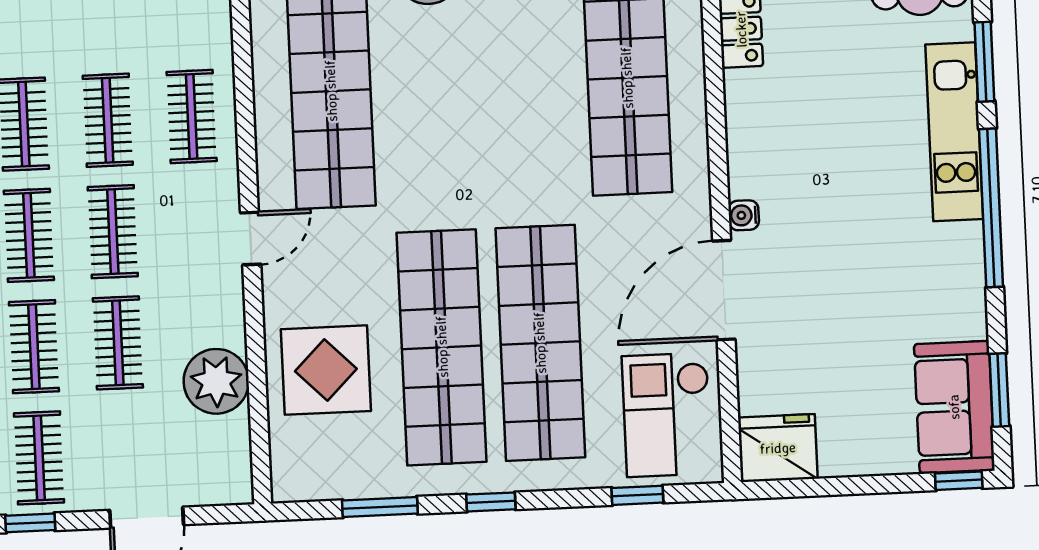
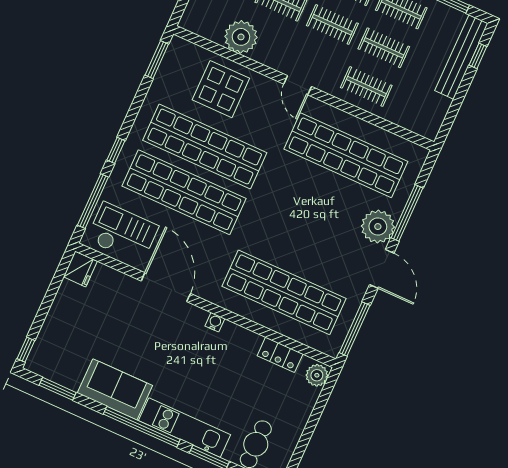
water cooler: (744, 215) -> (215, 322), moved
sofa: (954, 407) -> (115, 389), moved
fridge: (778, 448) -> (80, 269), width x0.73, depth x0.75
window: (637, 495) -> (93, 201), width x2.17
window: (491, 502) -> (116, 150), moved
window: (380, 507) -> (157, 60), moved

